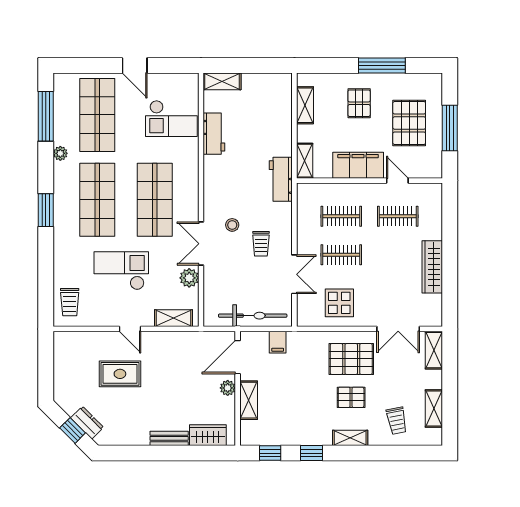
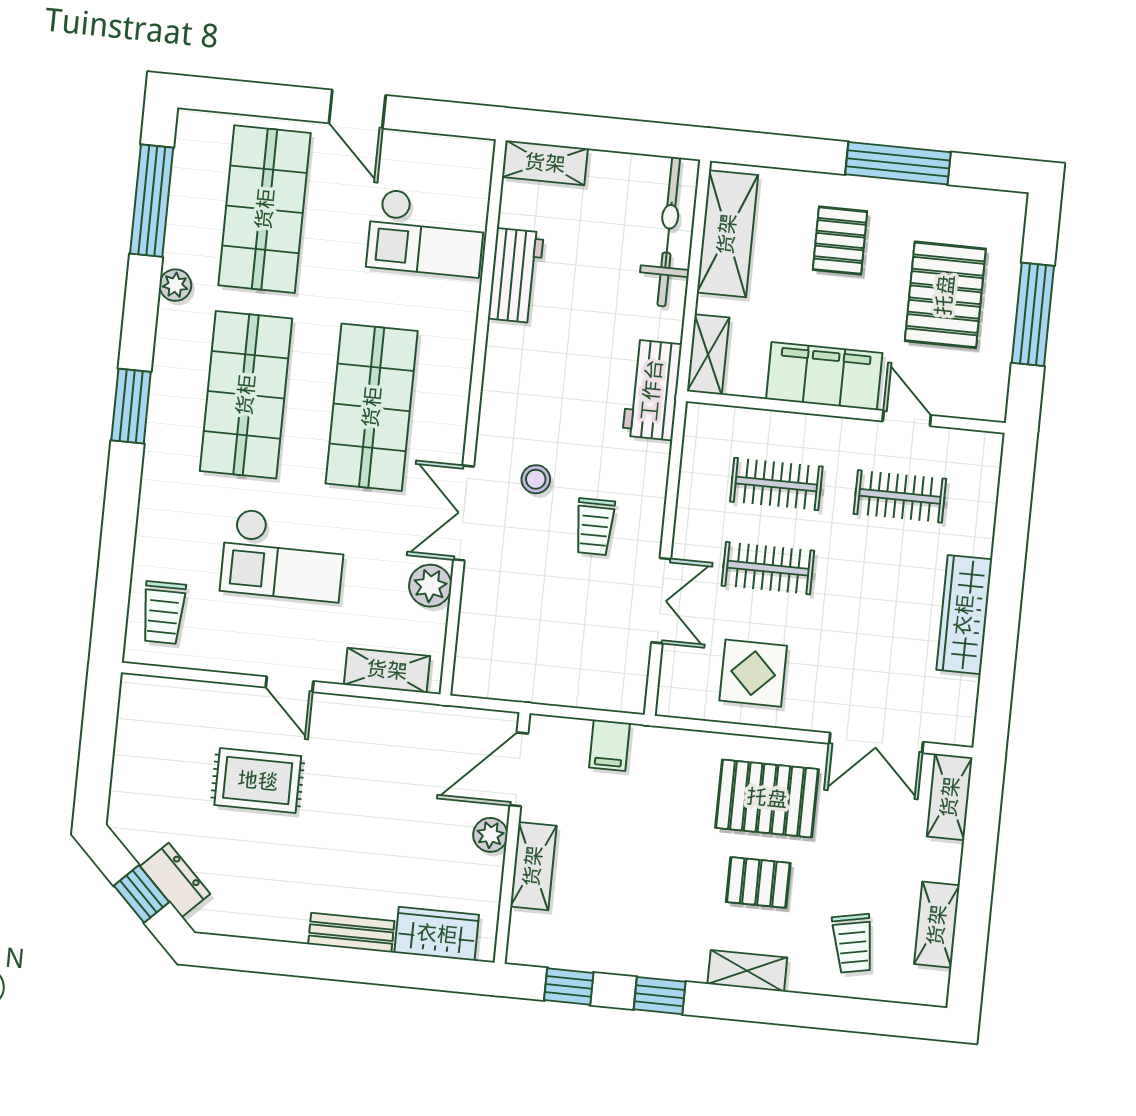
shelving: (305, 105) -> (727, 234), width x1.50, depth x1.33
checkout: (121, 271) -> (283, 555), turned 180
bicycle: (253, 316) -> (669, 232), moved, turned -90

